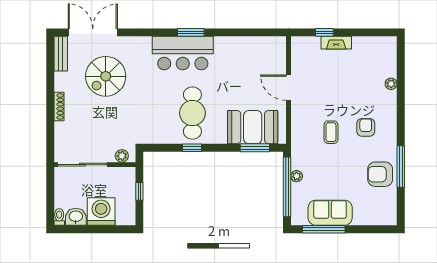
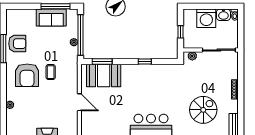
cafe table: (192, 113) -> (144, 85), removed
armchair: (366, 127) -> (27, 75), width x1.88, depth x1.88

